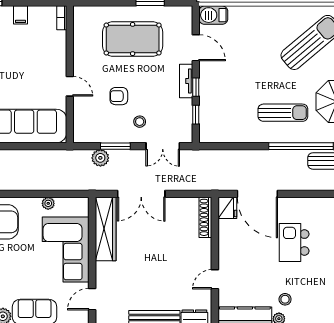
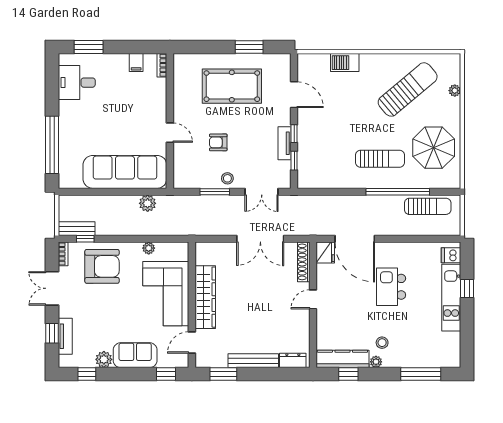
filing cabinet: (20, 15) -> (136, 62), moved
barbecue: (213, 15) -> (345, 63), moved
tv unit: (186, 81) -> (285, 143), moved
stool: (140, 122) -> (227, 178), moved
plant: (100, 158) -> (148, 203), moved
double door: (141, 194) -> (260, 239), moved
wardrobe: (106, 229) -> (205, 297), moved
door: (215, 279) -> (313, 299), moved

